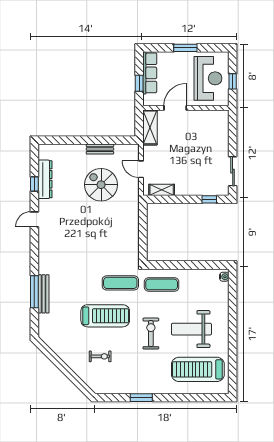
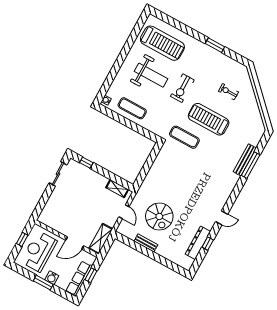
water cooler: (179, 58) -> (52, 278), added
exercise mat: (162, 284) -> (132, 108), moved

